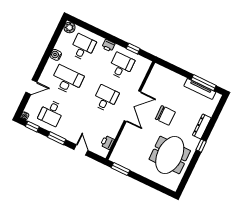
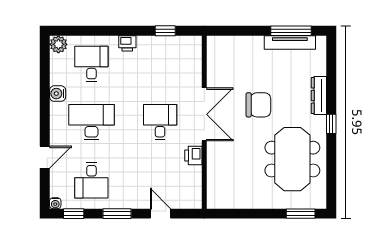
desk: (121, 66) -> (160, 64), removed
printer: (107, 142) -> (193, 156), moved
window: (120, 169) -> (301, 214), moved

